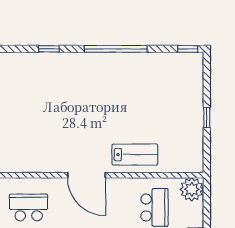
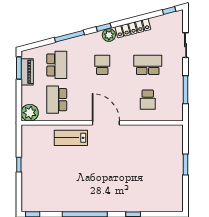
school desk: (29, 207) -> (148, 100), width x0.54

